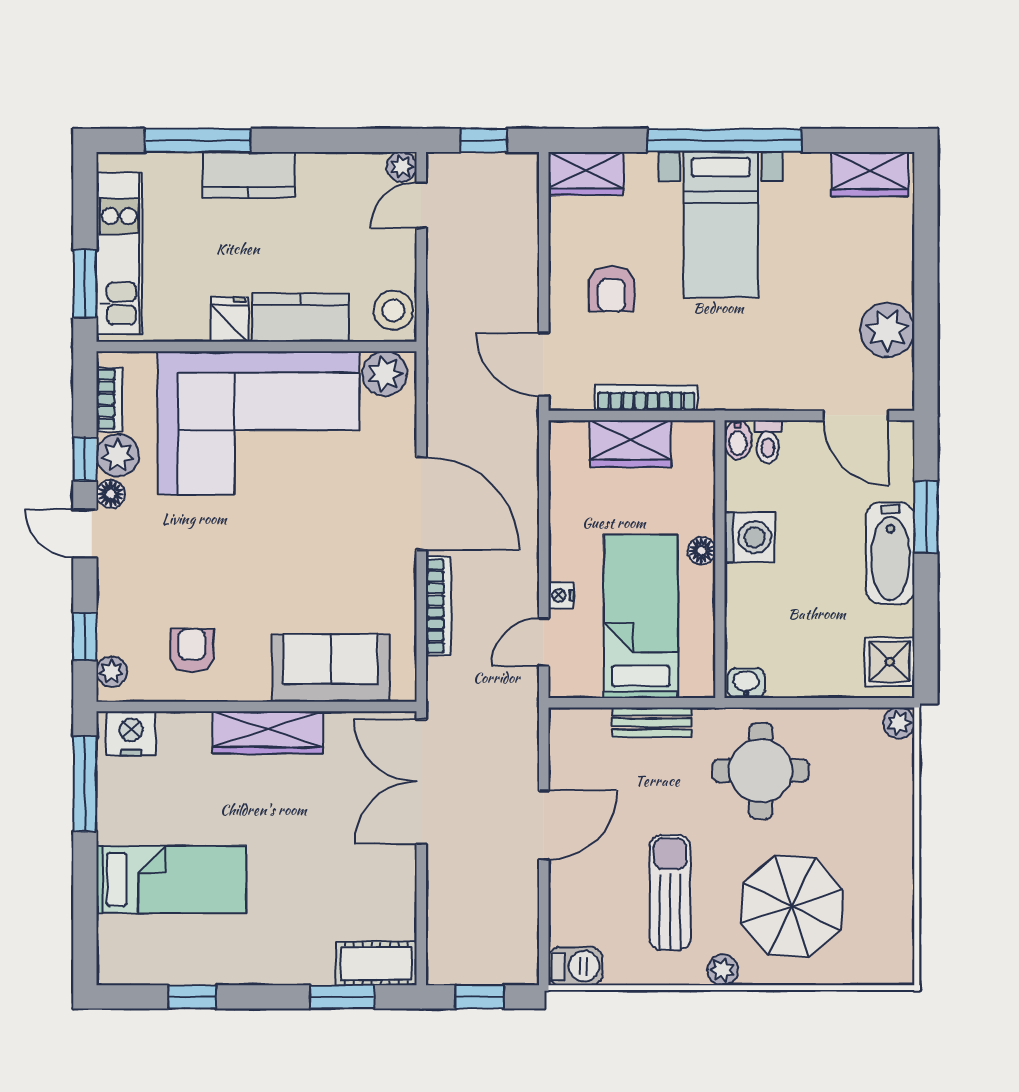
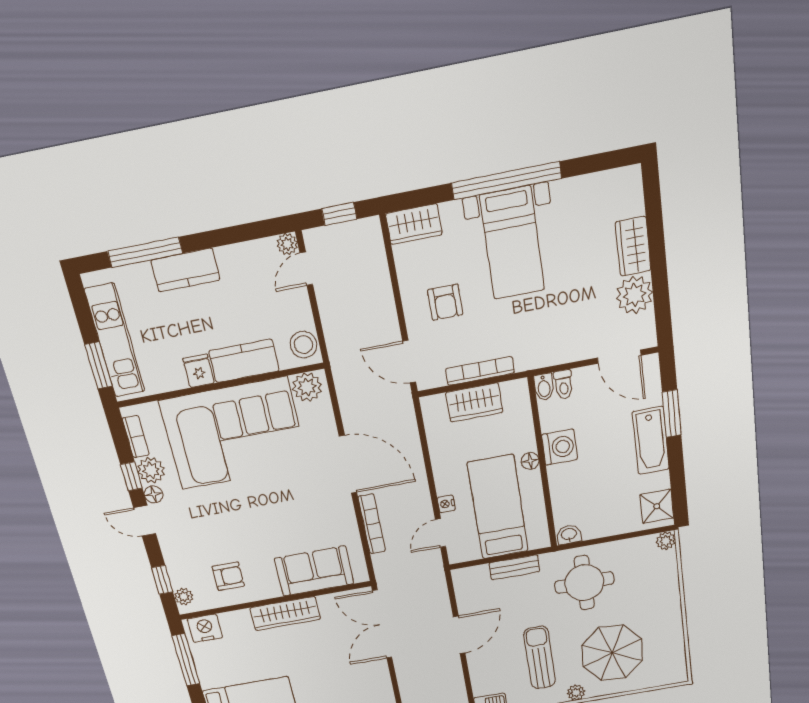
wardrobe: (870, 174) -> (633, 246), moved, turned 90
armchair: (192, 650) -> (228, 576), turned 90

